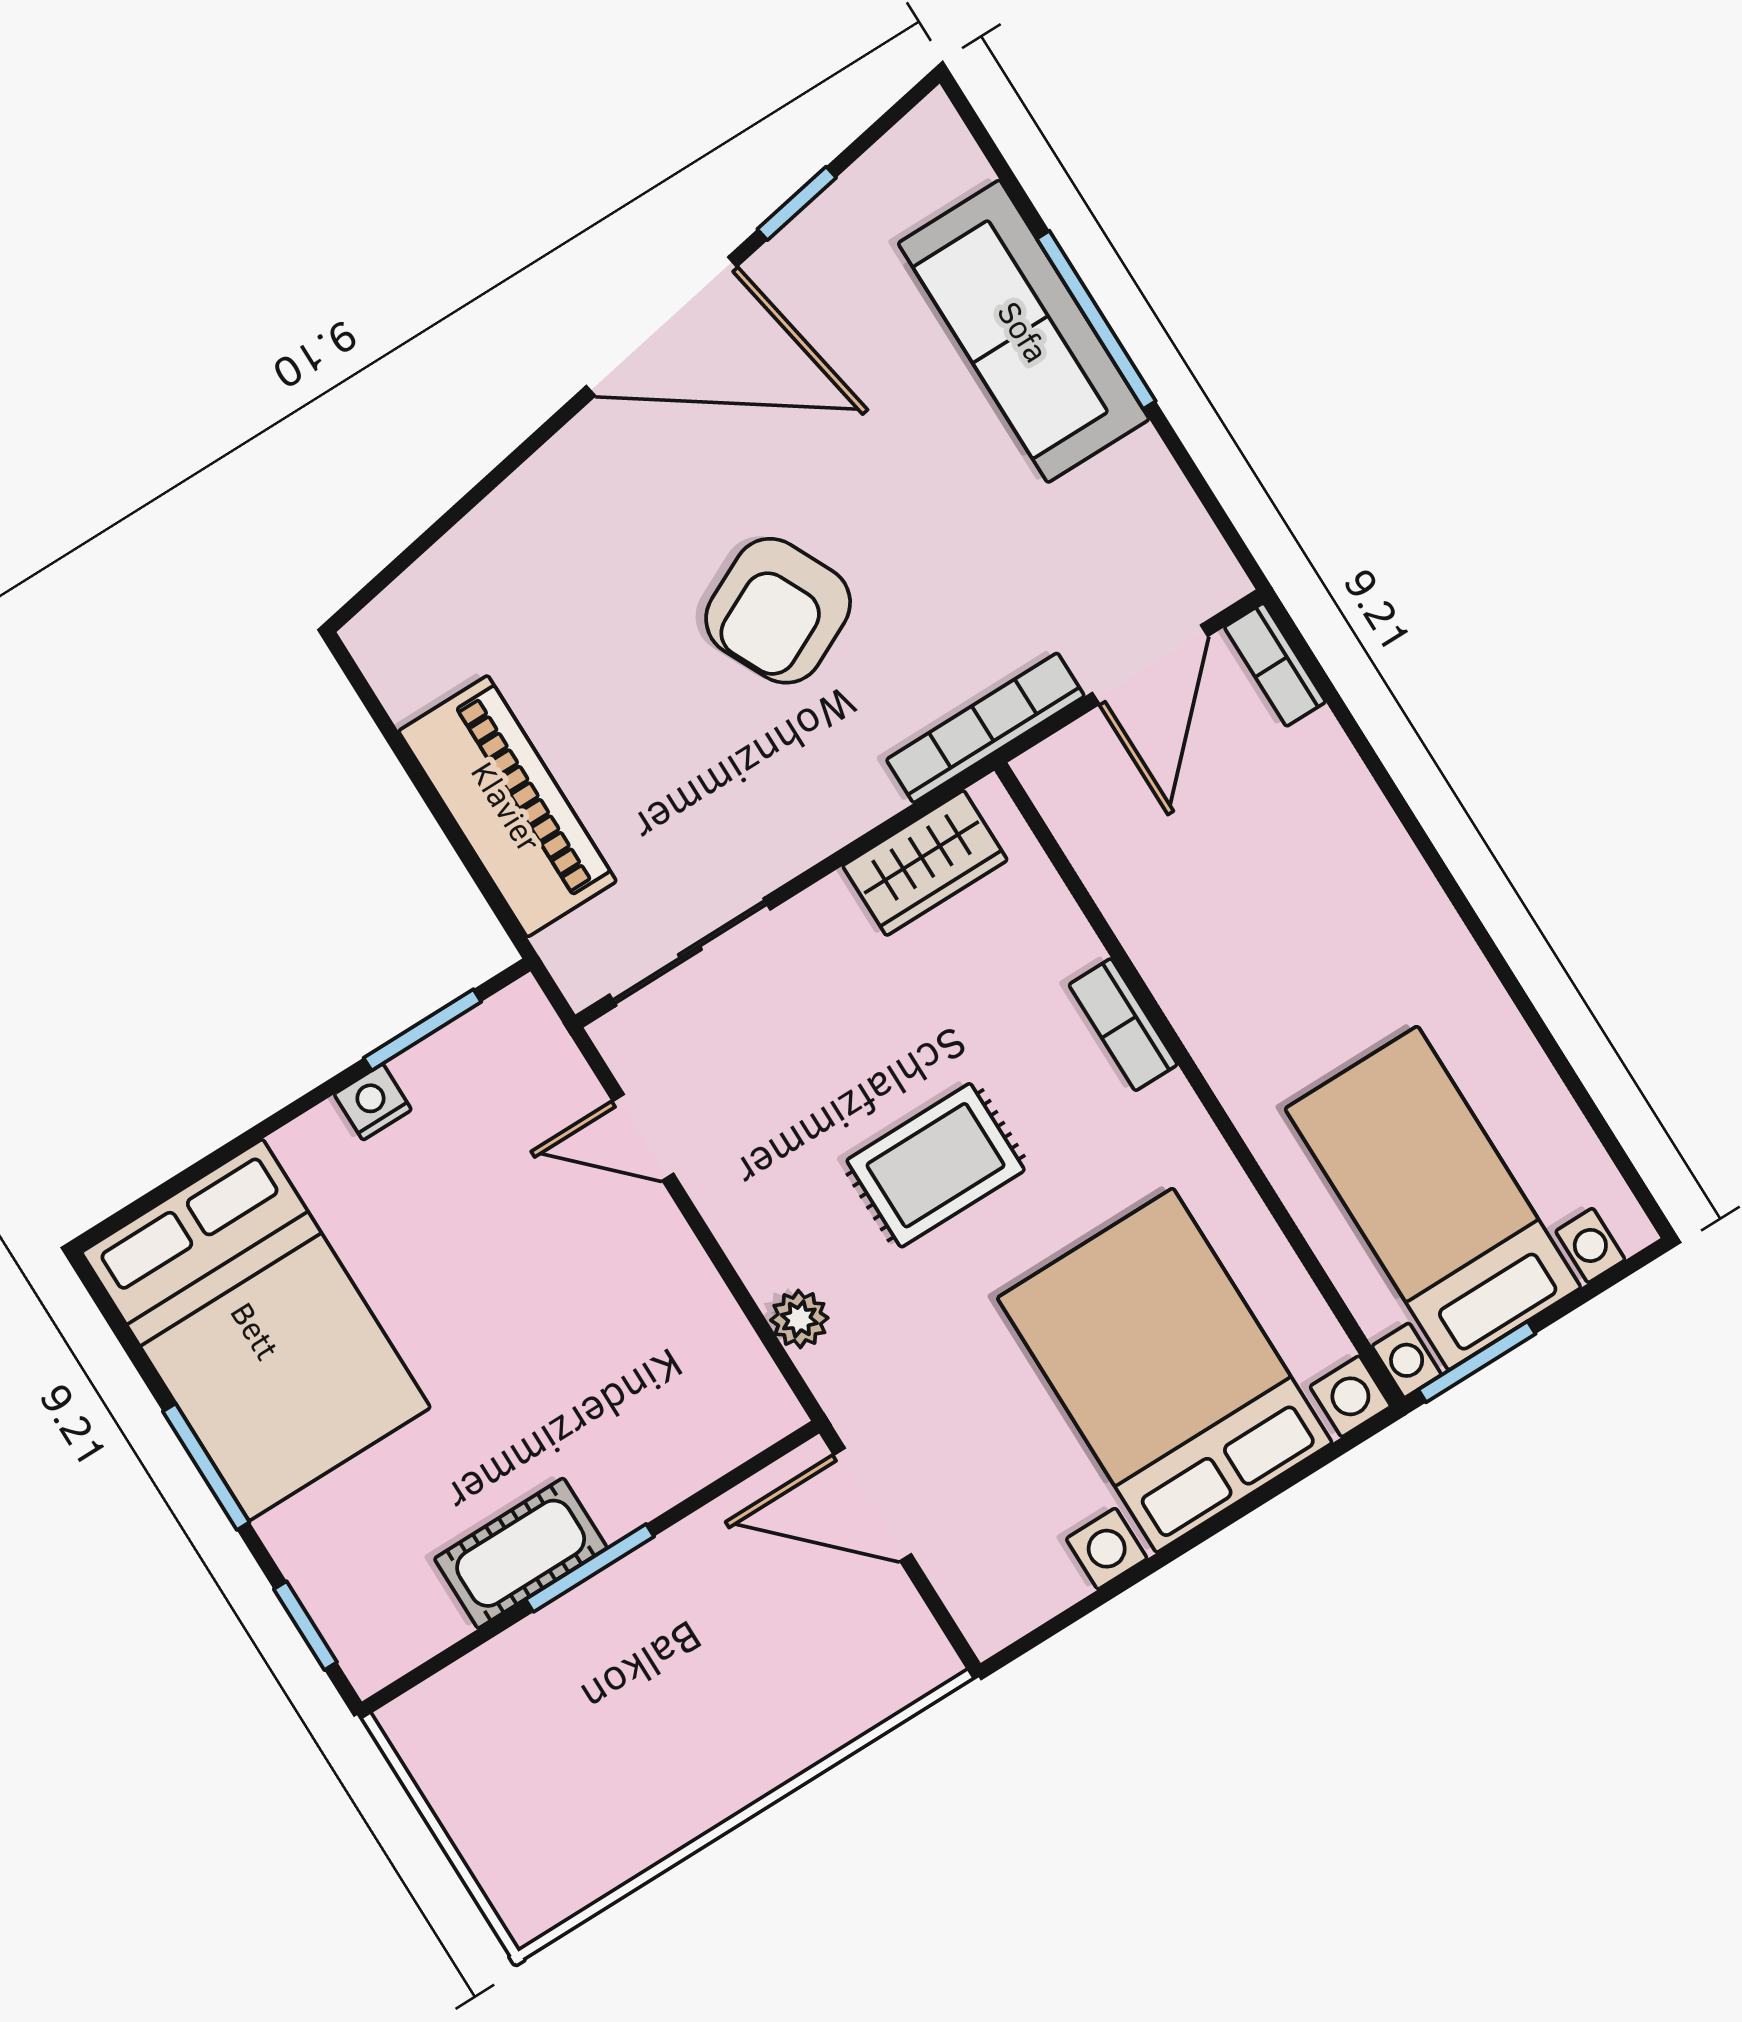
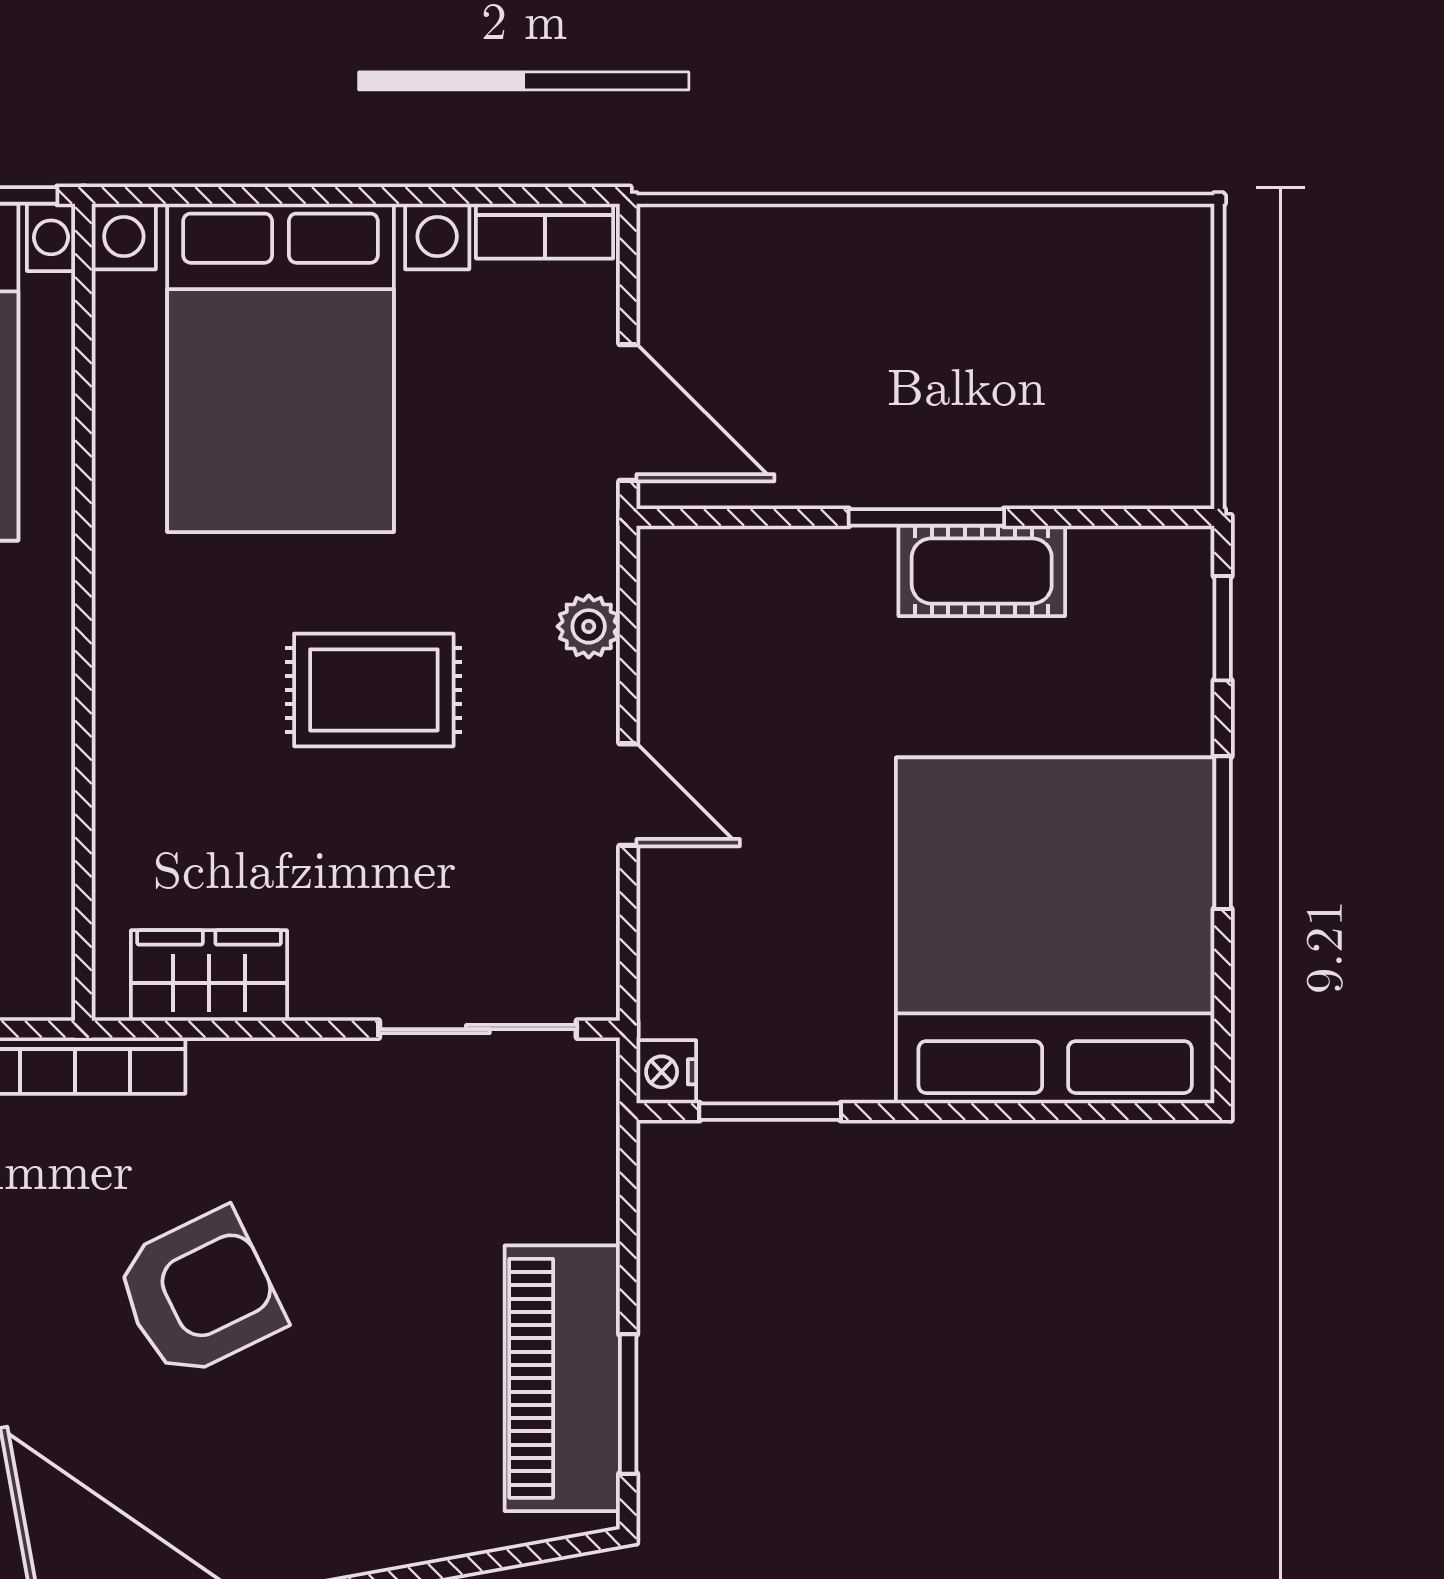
window: (391, 734) -> (628, 1404), added
piano: (507, 806) -> (562, 1378), moved
bookcase: (1123, 1025) -> (545, 231), moved, turned 90
nightstand: (373, 1102) -> (666, 1072), moved, turned 90
door: (643, 1137) -> (628, 795), moved
bed: (256, 1330) -> (1055, 930), width x1.36

